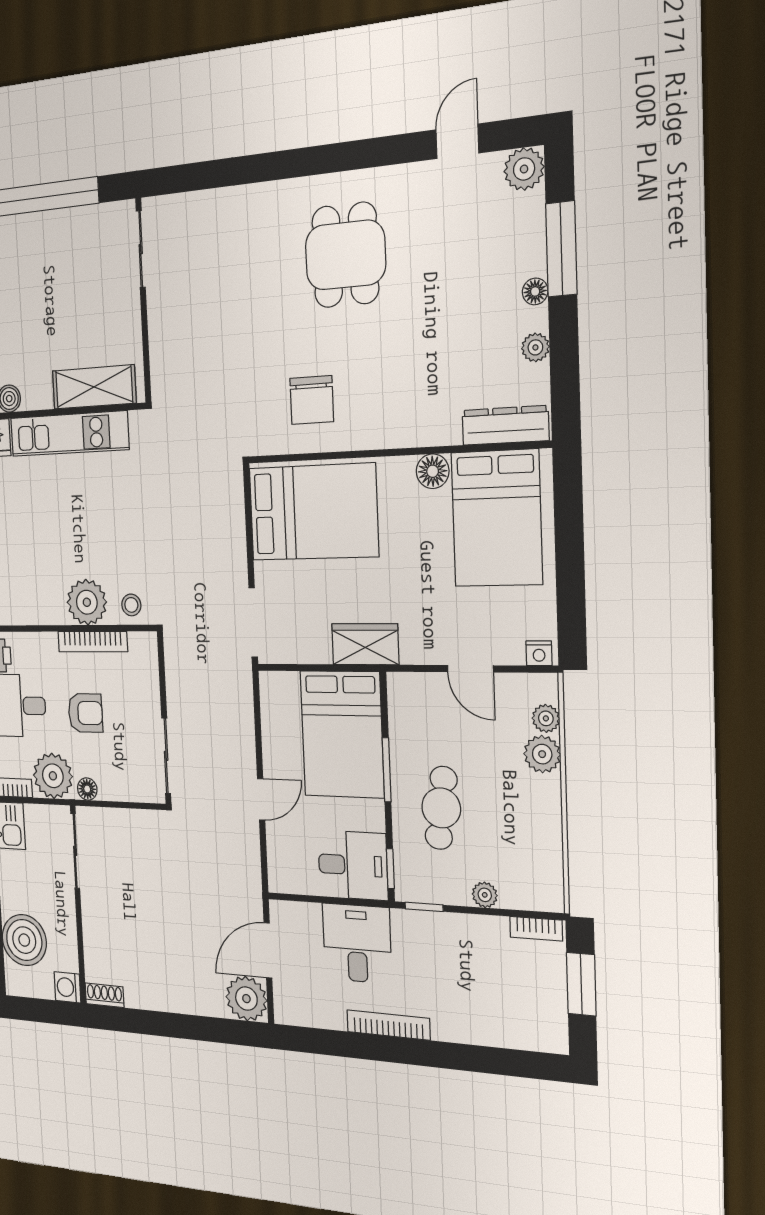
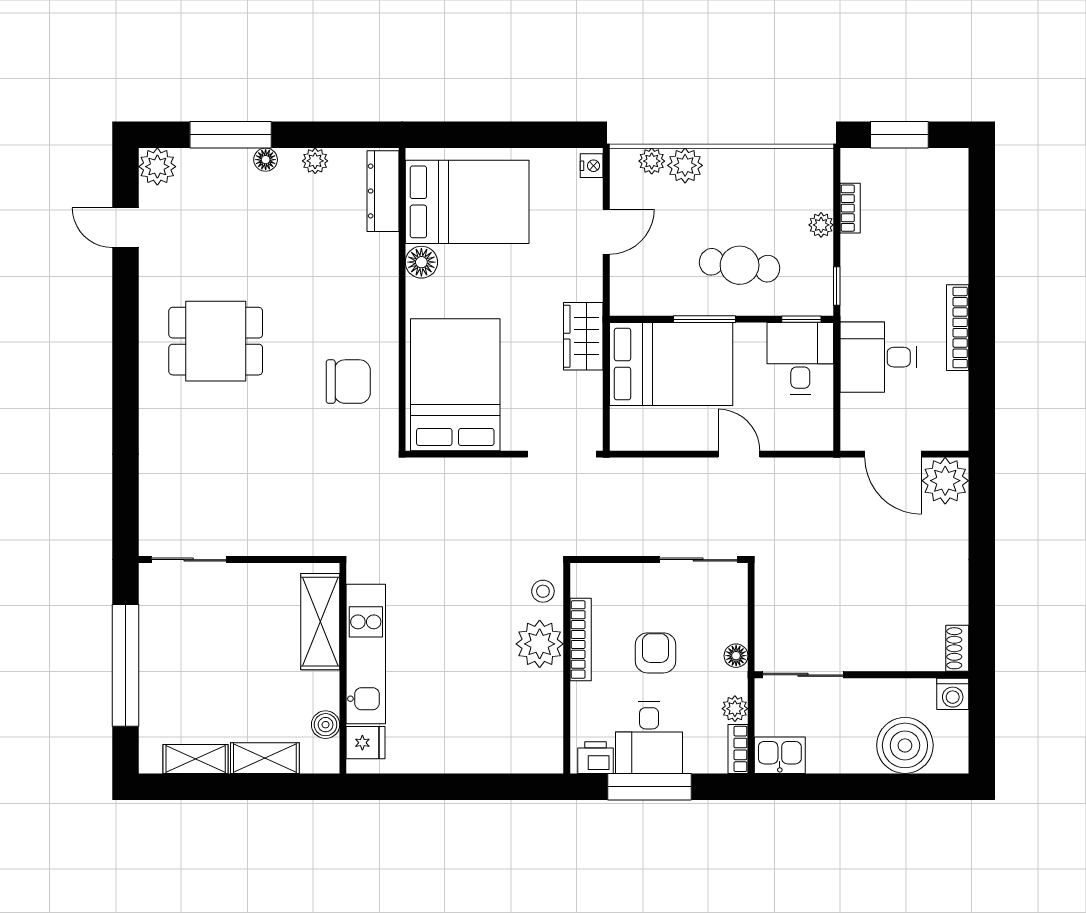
plant: (53, 776) -> (735, 709), width x0.53, depth x0.53
bookcase: (536, 929) -> (850, 208), moved

